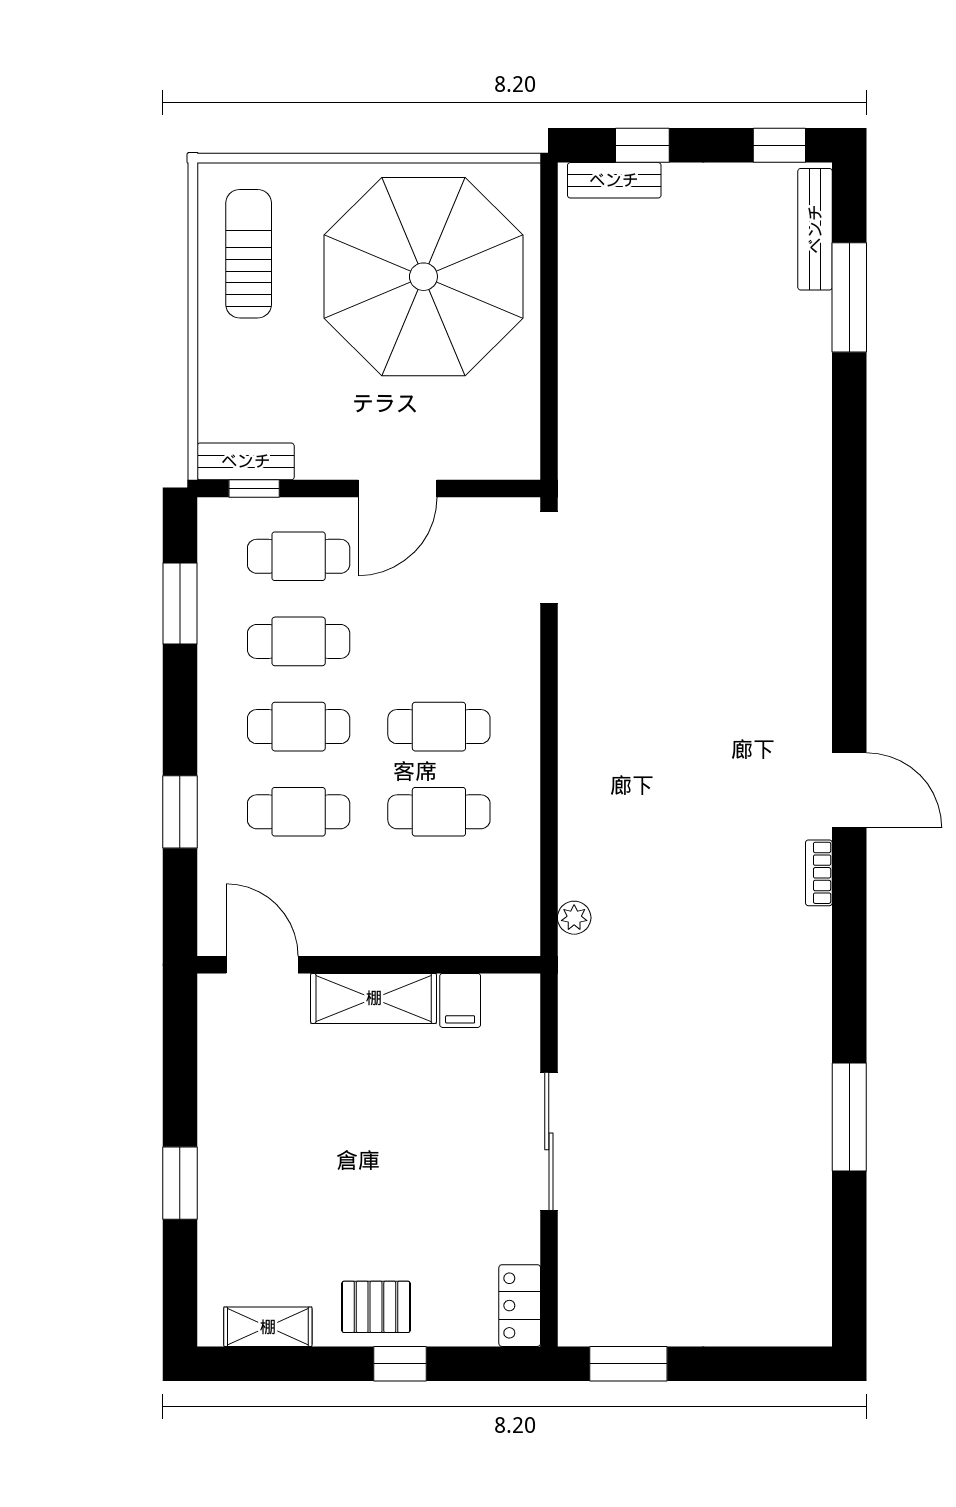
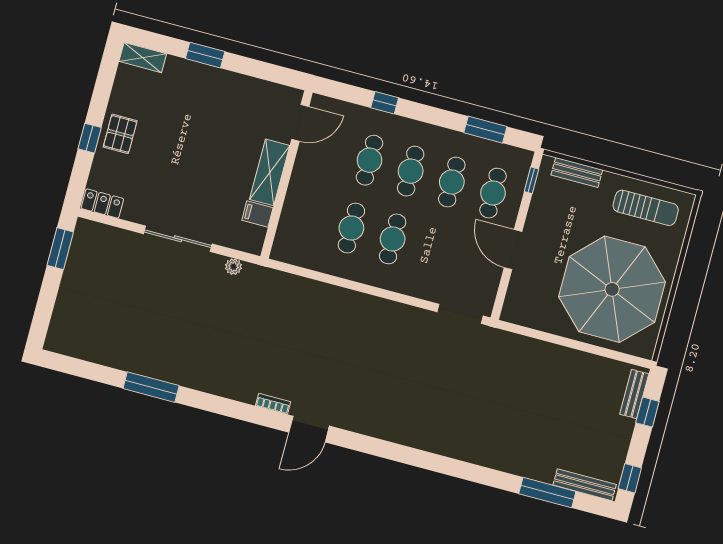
bench: (246, 461) -> (577, 172), moved, turned 90
window: (180, 812) -> (385, 103), width x0.67
plant: (574, 918) -> (233, 267), moved
shelving: (268, 1327) -> (143, 58), moved, turned 90

